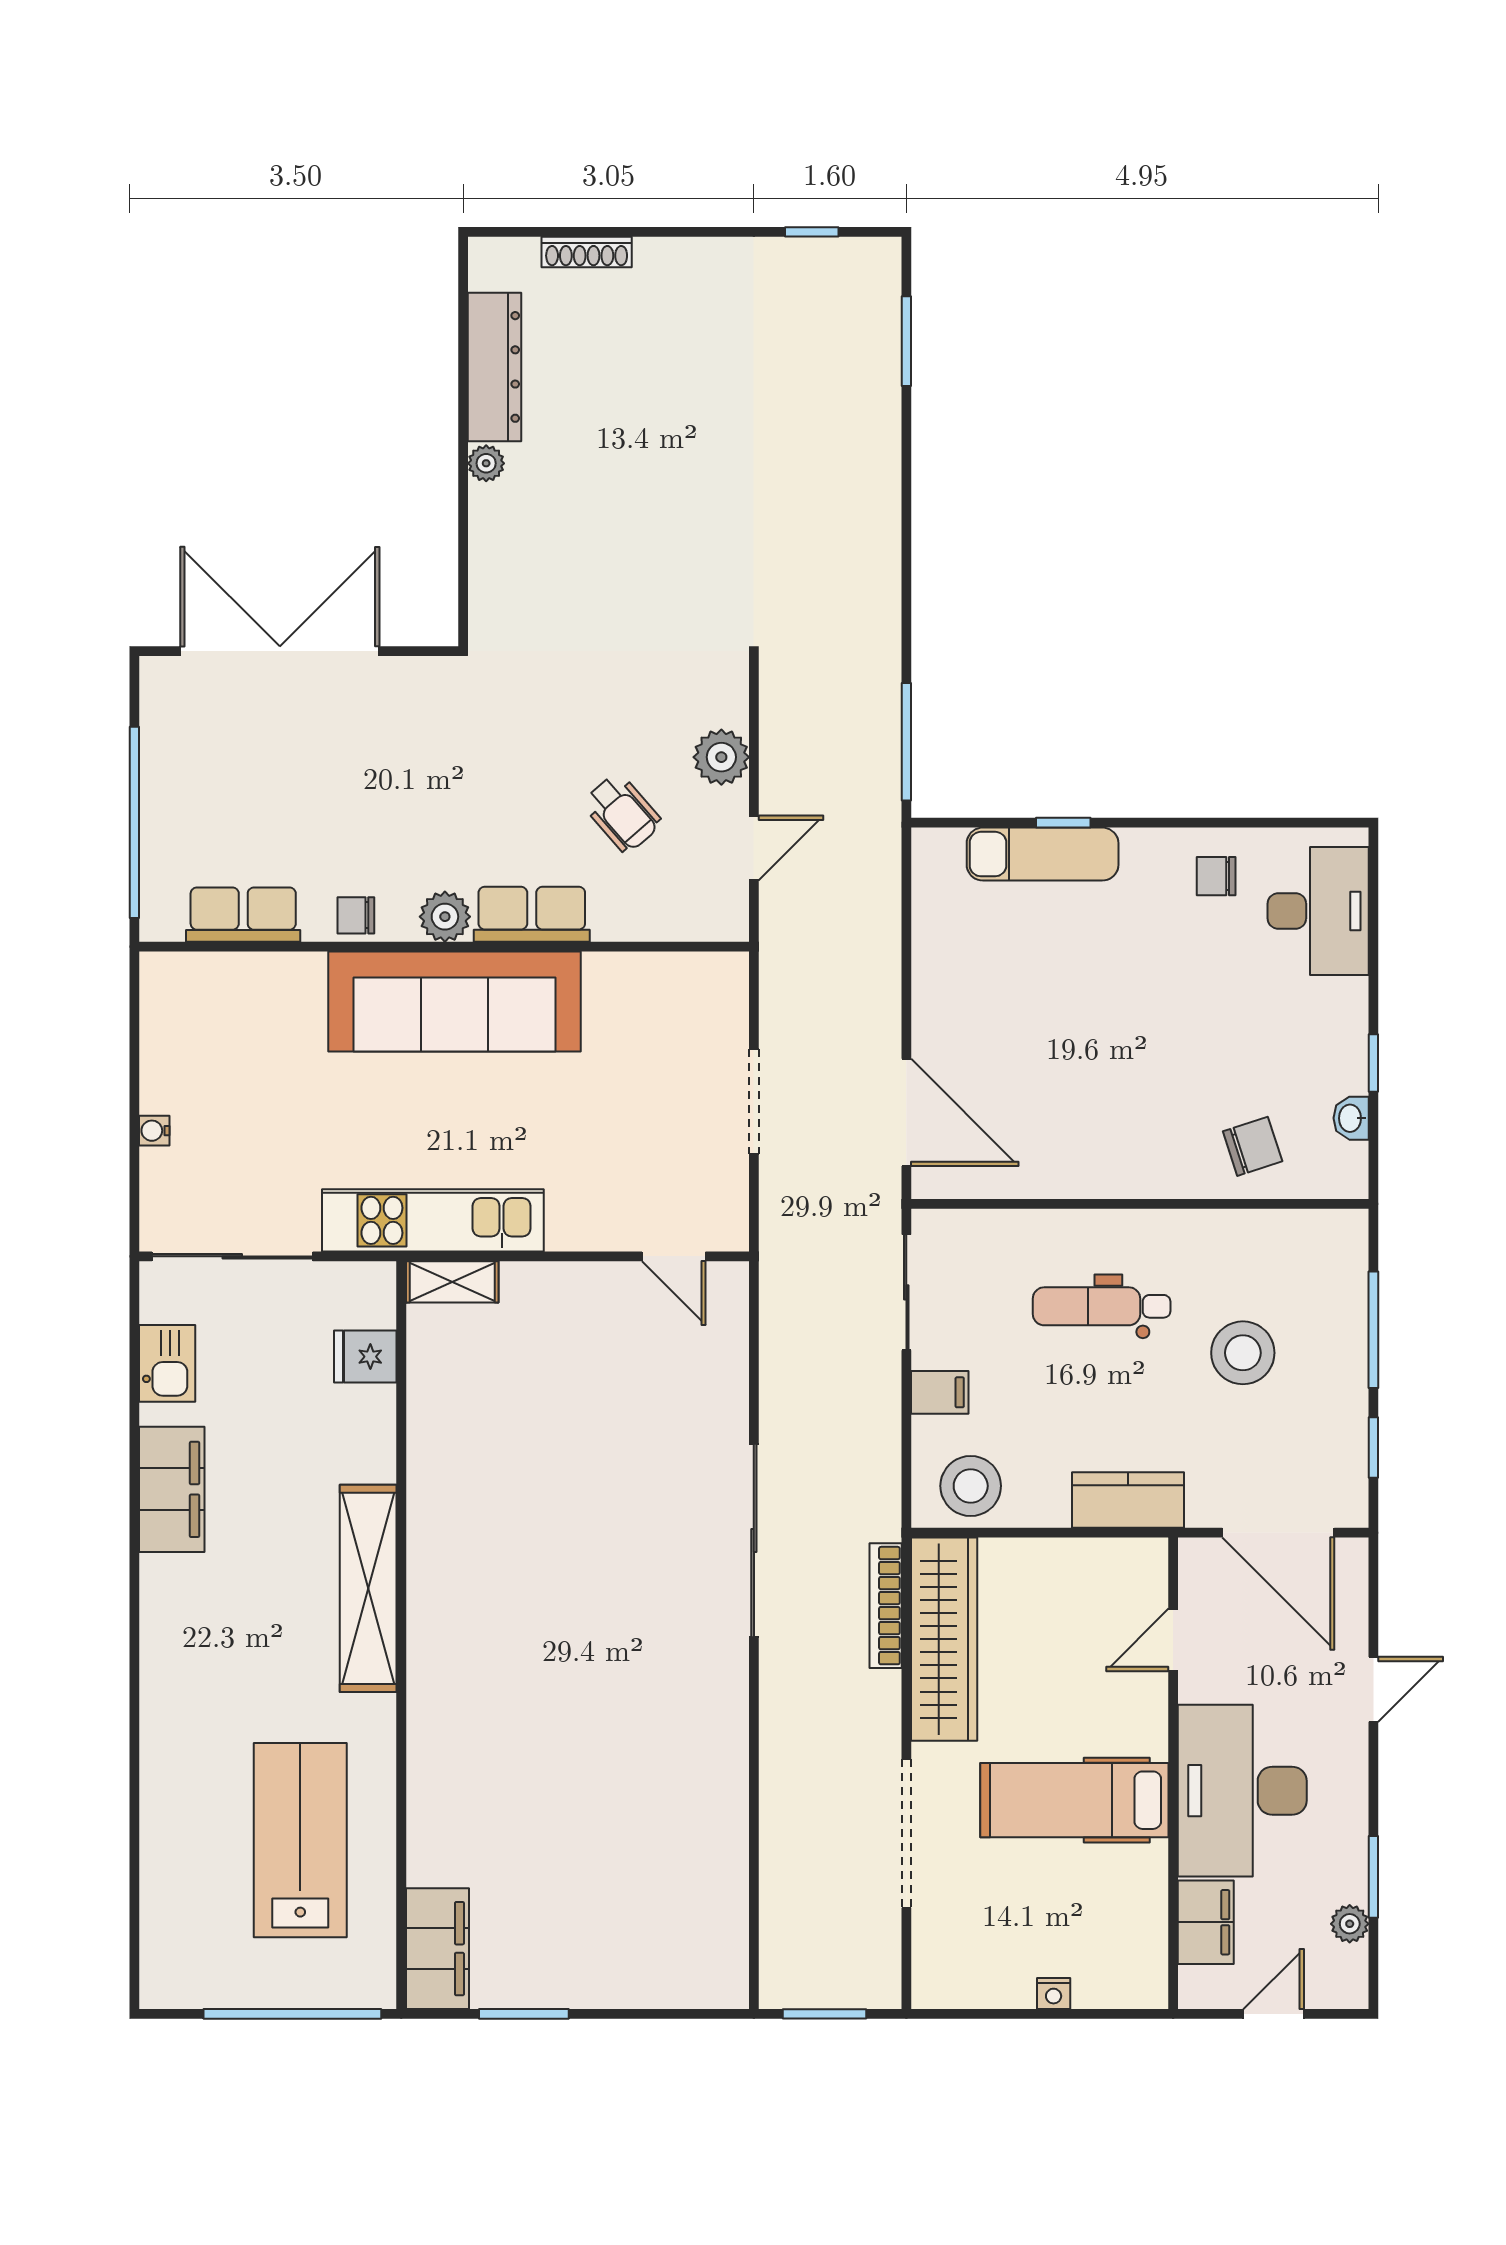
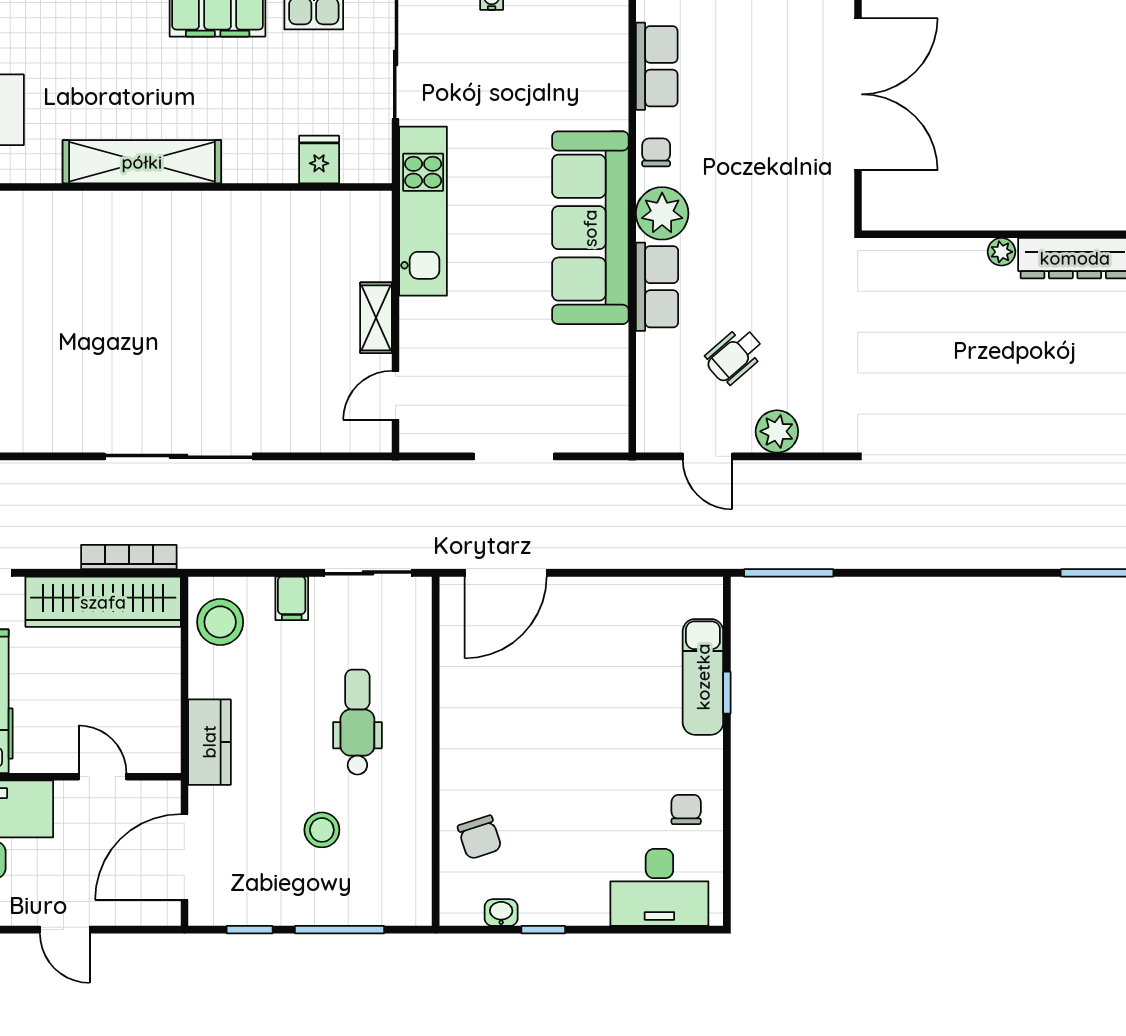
plant: (445, 917) -> (662, 213), width x1.36, depth x1.36
shelving: (452, 1282) -> (376, 318), moved
stool: (1243, 1353) -> (322, 830), width x0.73, depth x0.73

